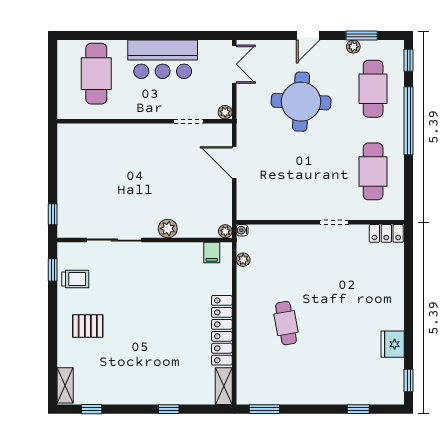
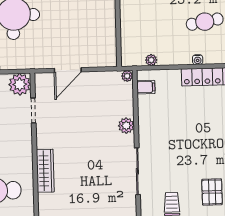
plant: (225, 112) -> (20, 84), width x1.87, depth x1.87
wardrobe: (118, 133) -> (45, 171), added
water cooler: (242, 230) -> (198, 60), moved

